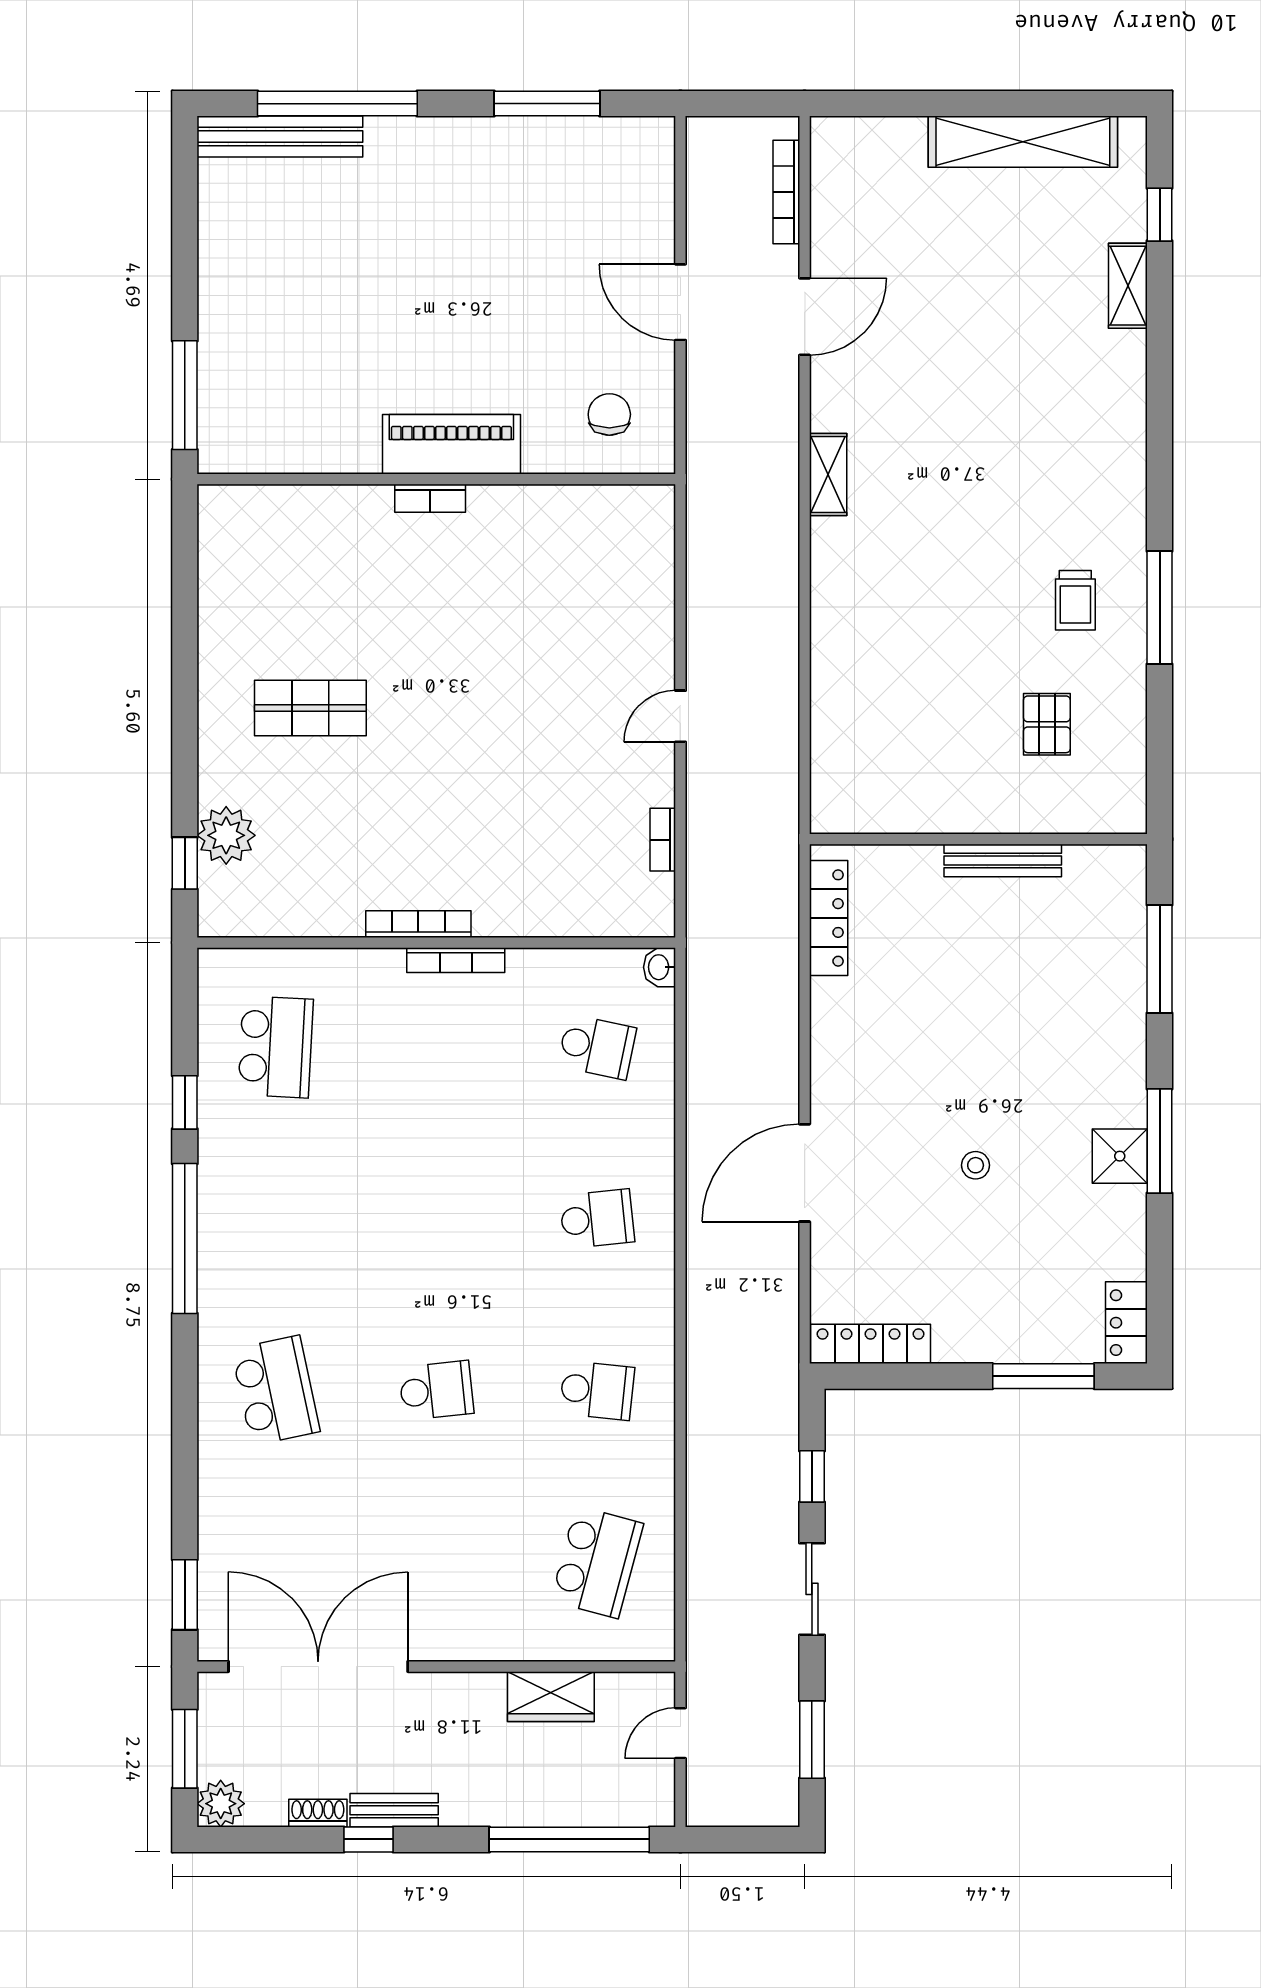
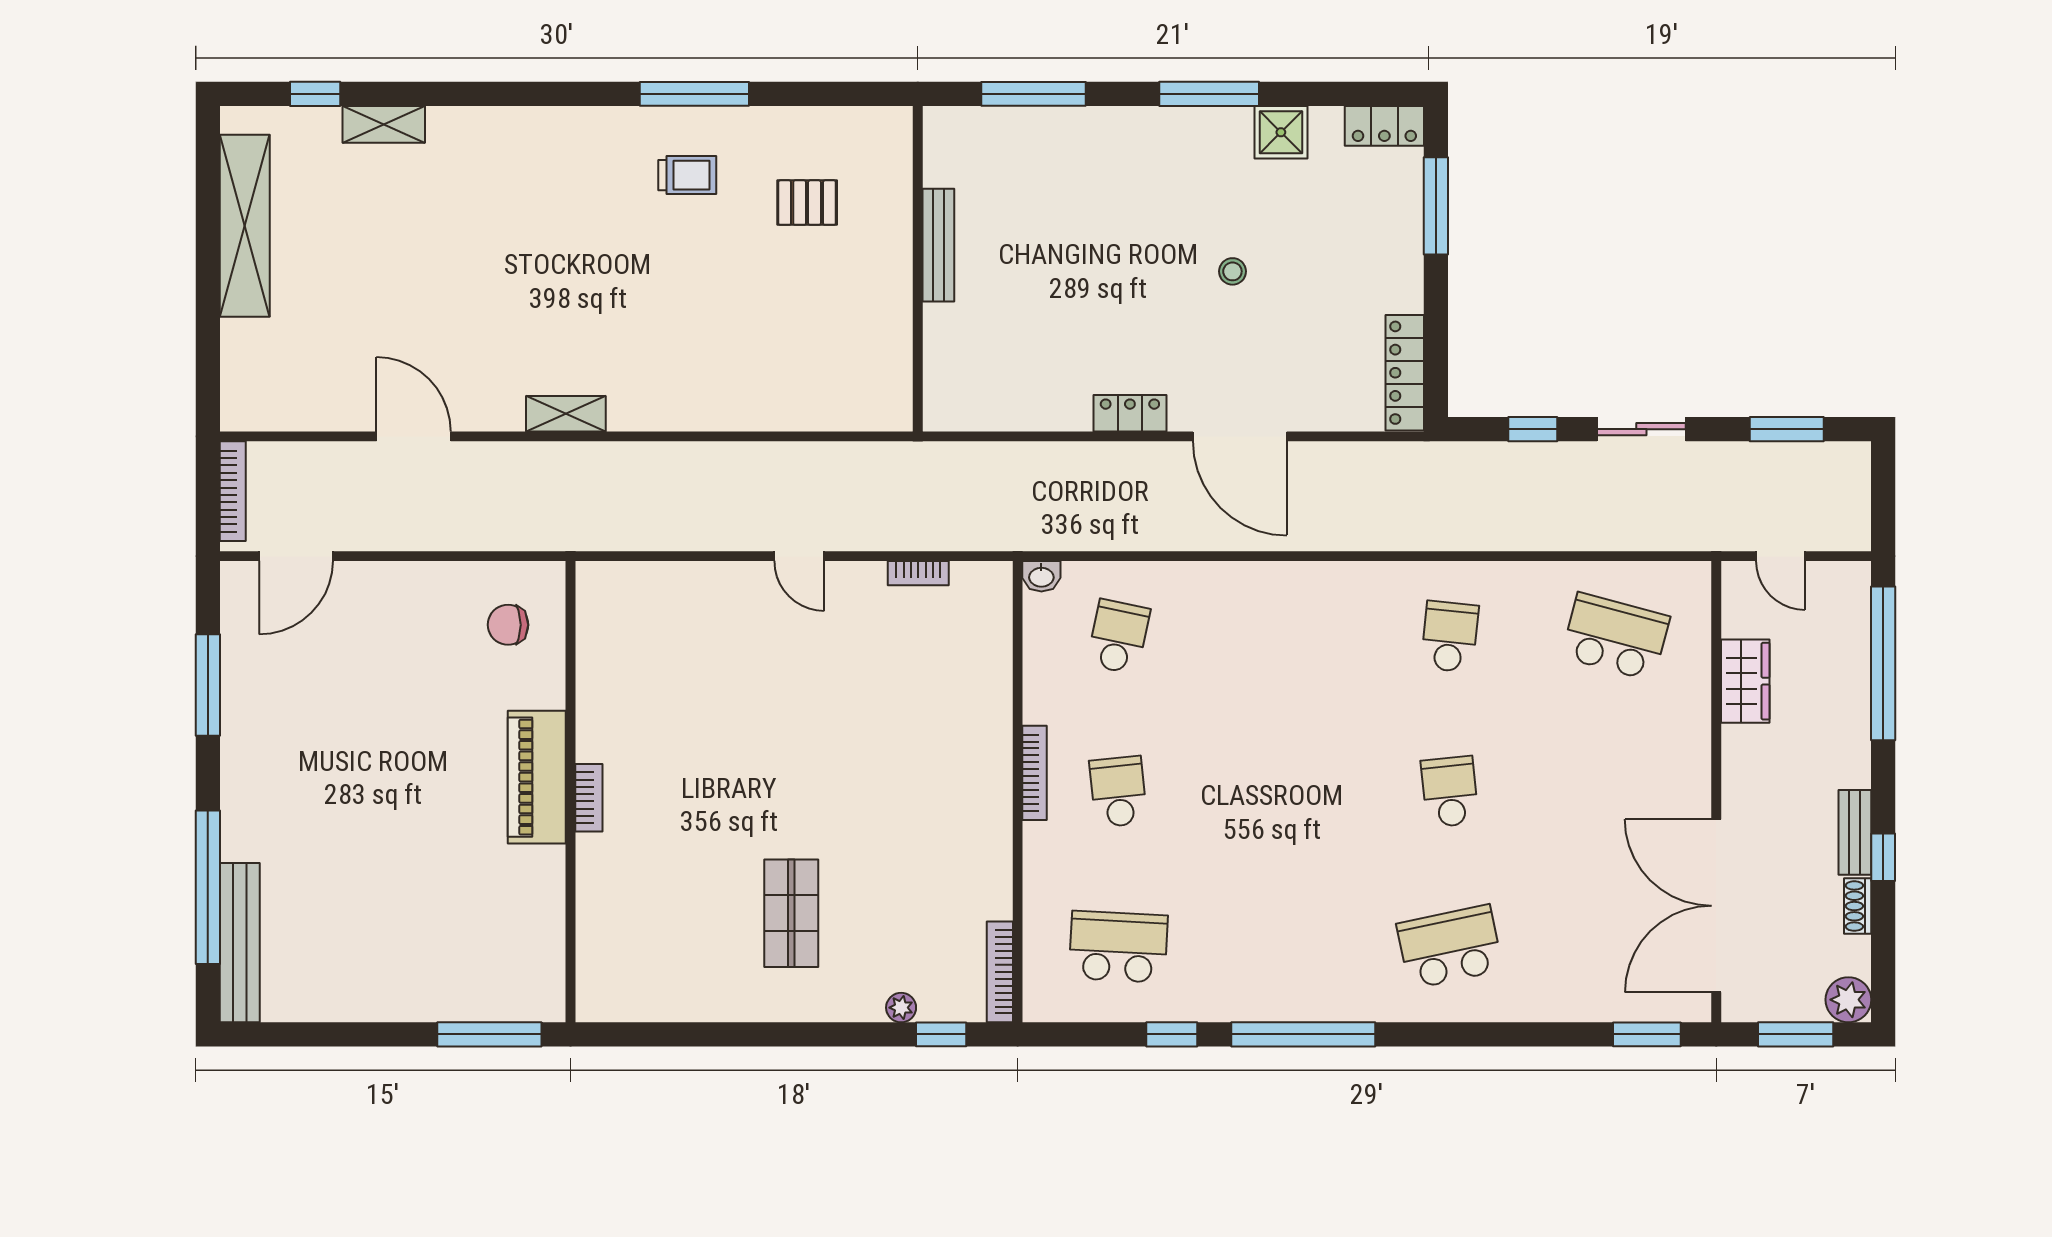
bookcase: (786, 192) -> (233, 491), moved, turned -90
door: (680, 302) -> (296, 556), moved
plant: (226, 835) -> (901, 1008), width x0.53, depth x0.53
locker: (829, 918) -> (1130, 413), moved, width x0.66
bookcase: (418, 924) -> (1000, 972), moved
shower: (1120, 1156) -> (1281, 132), moved
school desk: (597, 1219) -> (1118, 792), moved

